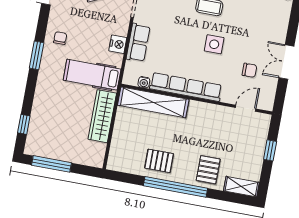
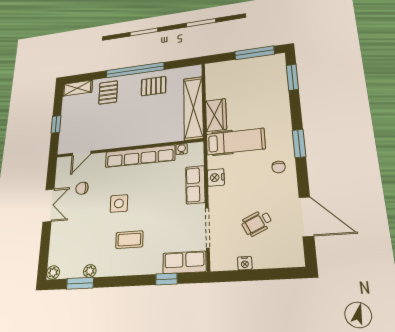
shelving: (153, 102) -> (193, 108), moved, turned 90
wardrobe: (102, 116) -> (216, 115), width x0.67
window: (24, 124) -> (292, 77), width x1.50

